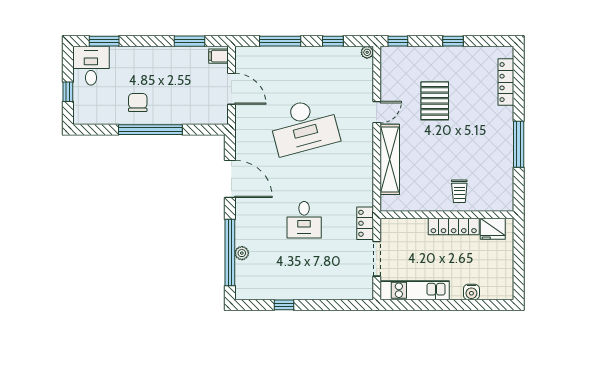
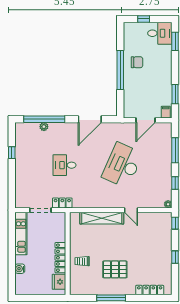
pallet: (435, 101) -> (115, 269), moved
desk: (304, 126) -> (122, 165), turned 39

